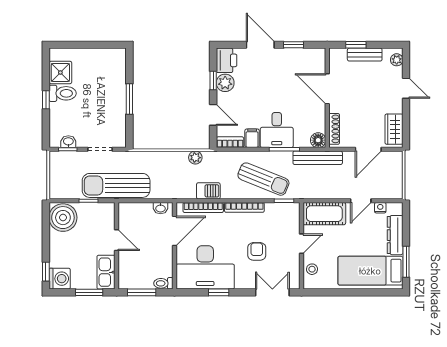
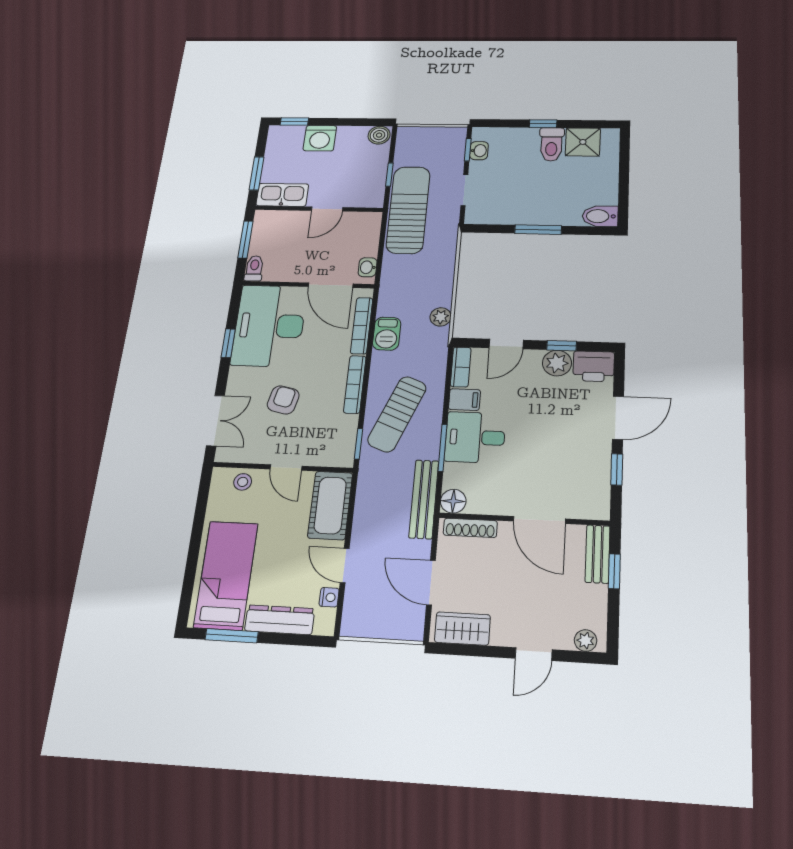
bench: (365, 55) -> (598, 554), moved
bidet: (118, 59) -> (600, 216), added
door: (327, 89) -> (539, 520), swing flipped
boiler: (63, 218) -> (379, 135), width x0.54, depth x0.54
armchair: (257, 251) -> (283, 400), turned -77
washing machine: (60, 279) -> (320, 138), moved

